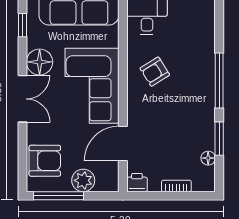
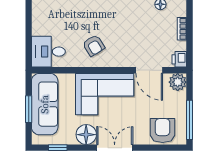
plant: (83, 180) -> (178, 82), moved

